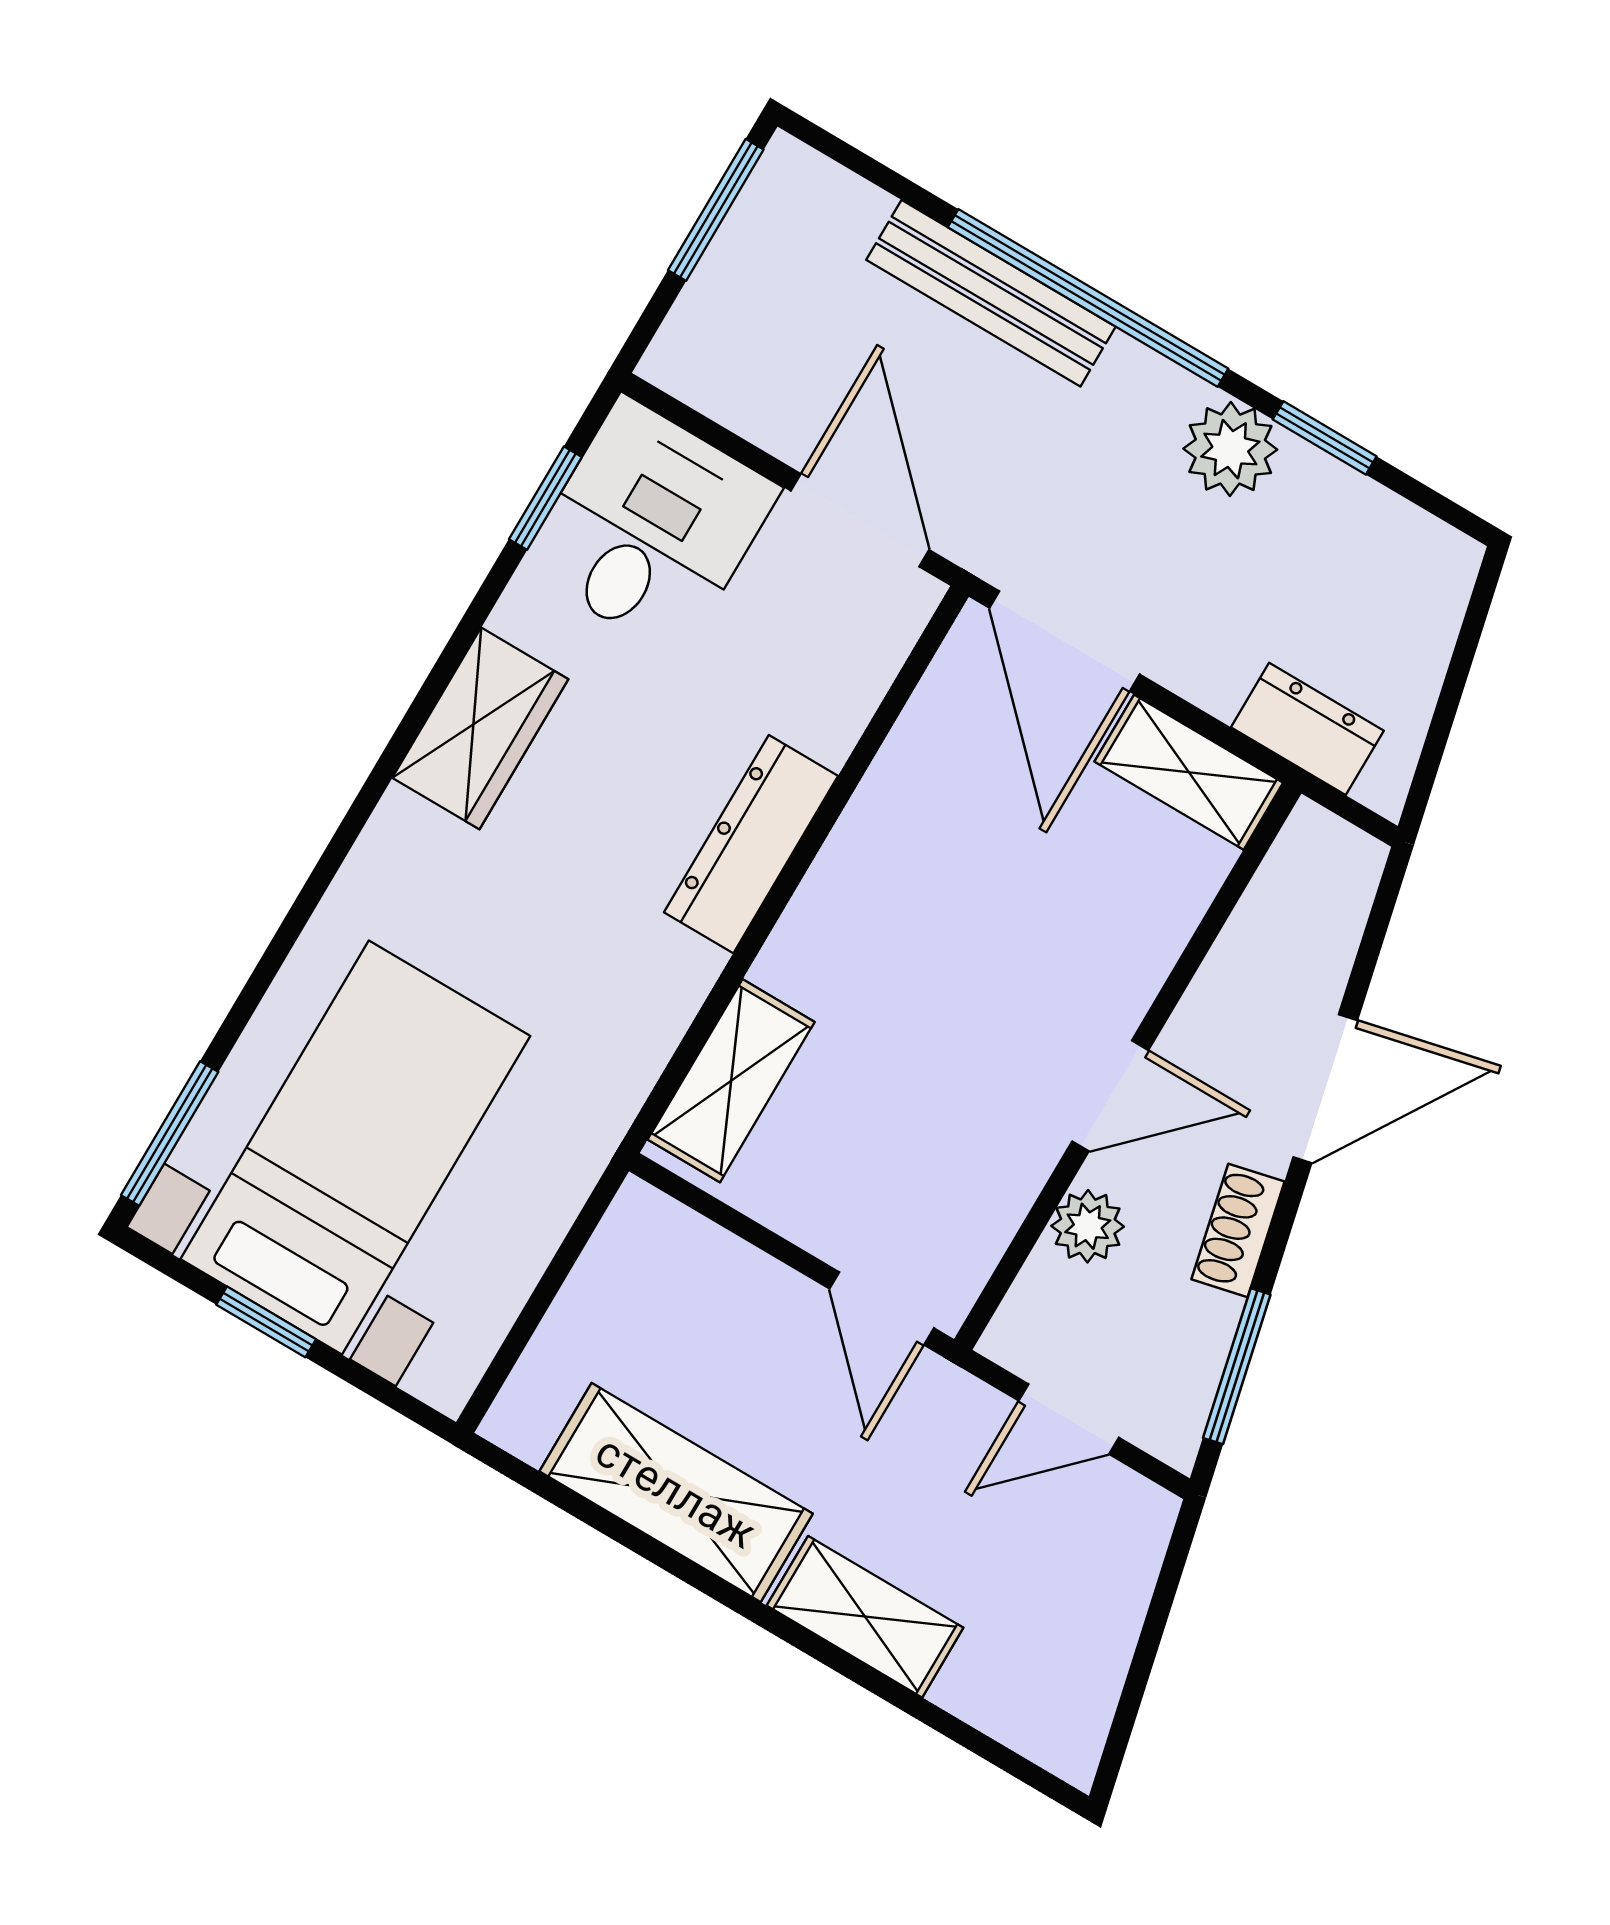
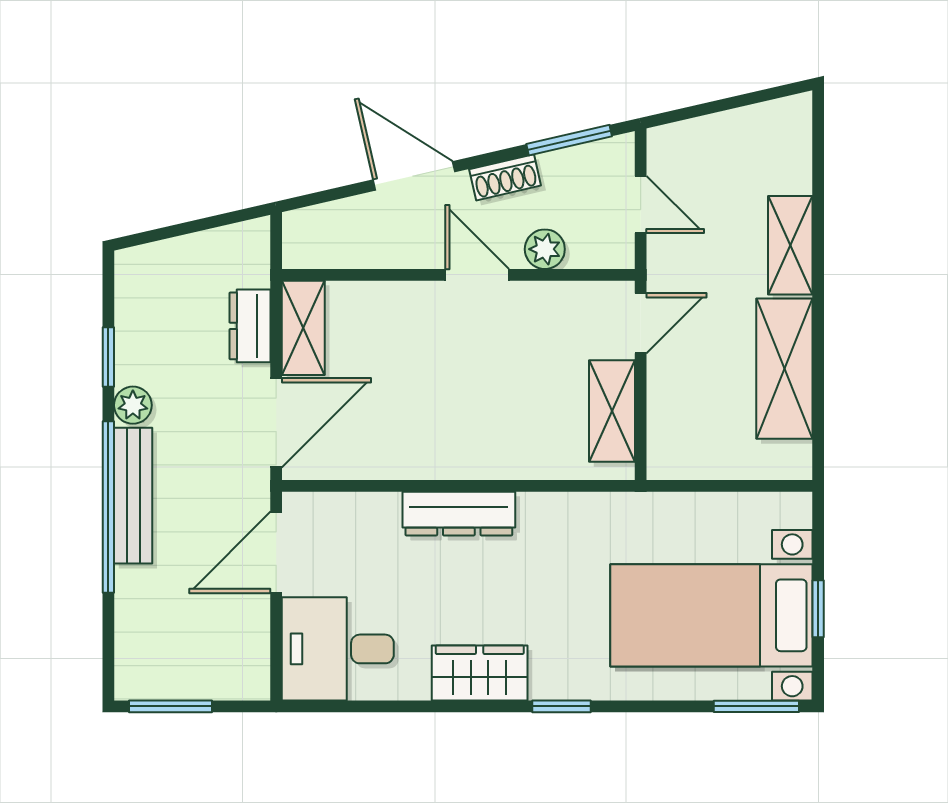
bench: (991, 293) -> (133, 496), moved
plant: (1230, 449) -> (133, 405), width x0.73, depth x0.73
window: (545, 498) -> (562, 706), moved
dresser: (1307, 729) -> (250, 326), moved
shelving: (731, 1081) -> (612, 411), moved, turned 90

